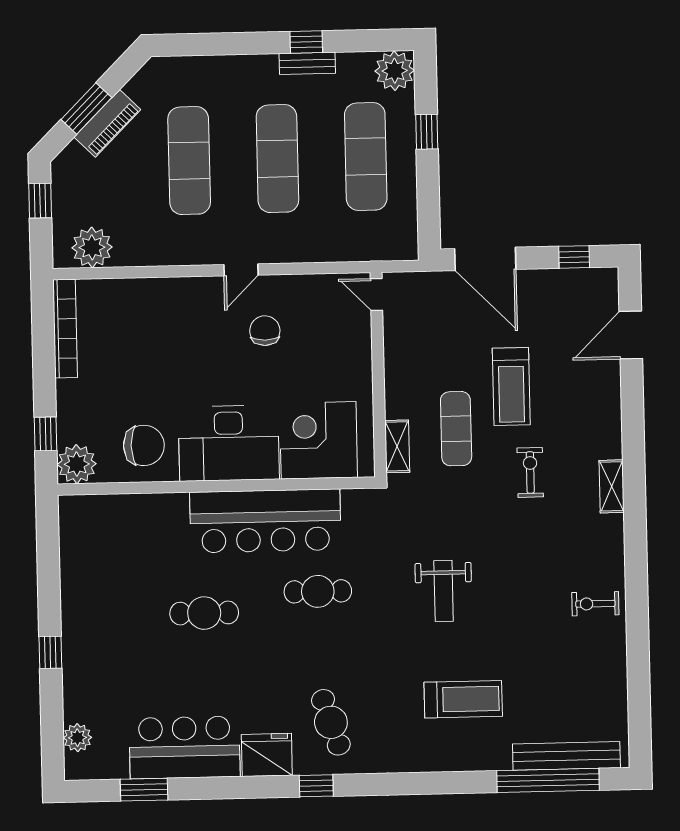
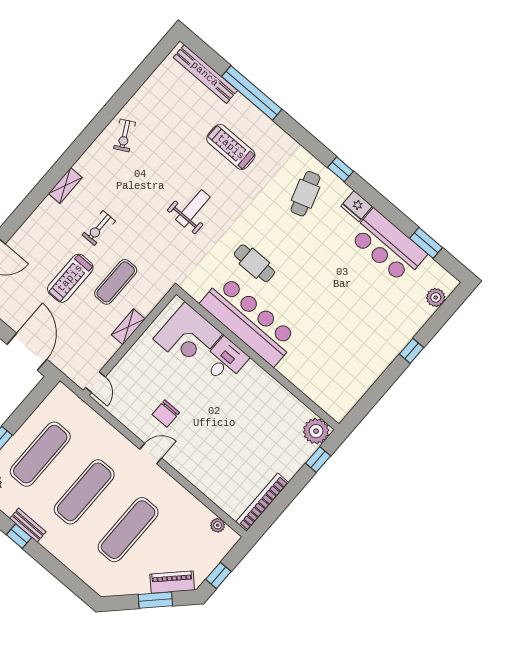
piano: (107, 123) -> (172, 582), moved
plant: (92, 247) -> (218, 525), width x0.53, depth x0.53
treadmill: (511, 387) -> (70, 278), turned 180
desk: (229, 443) -> (225, 360), width x0.53, depth x0.77
chair: (144, 445) -> (275, 411), removed
shelving: (397, 446) -> (128, 327), moved
exercise bike: (595, 604) -> (125, 135), turned 62
cafe table: (204, 613) -> (319, 303), removed
fridge: (267, 755) -> (357, 206), width x0.73, depth x0.75
window: (548, 780) -> (252, 93), moved

